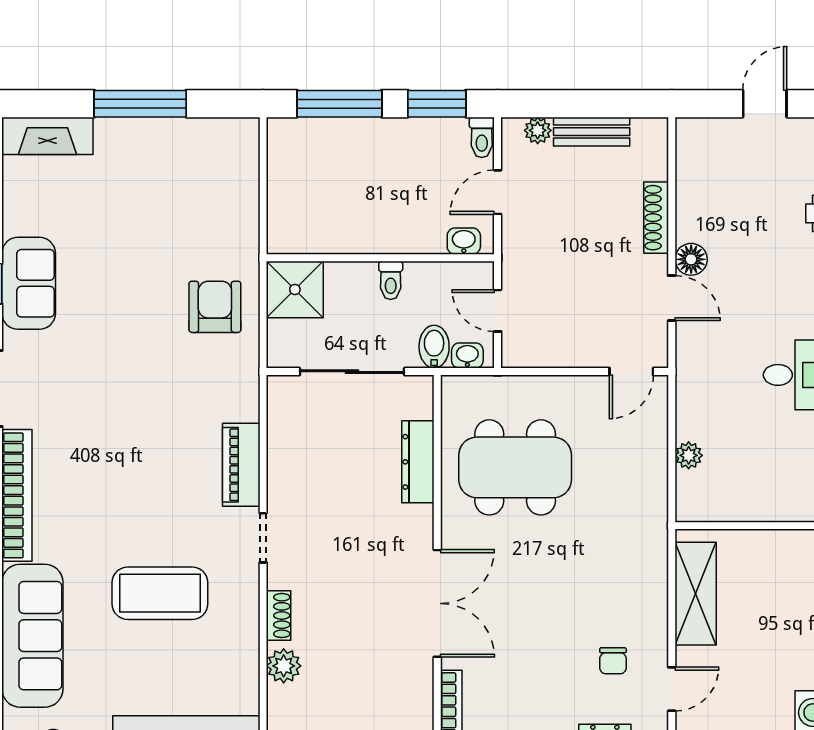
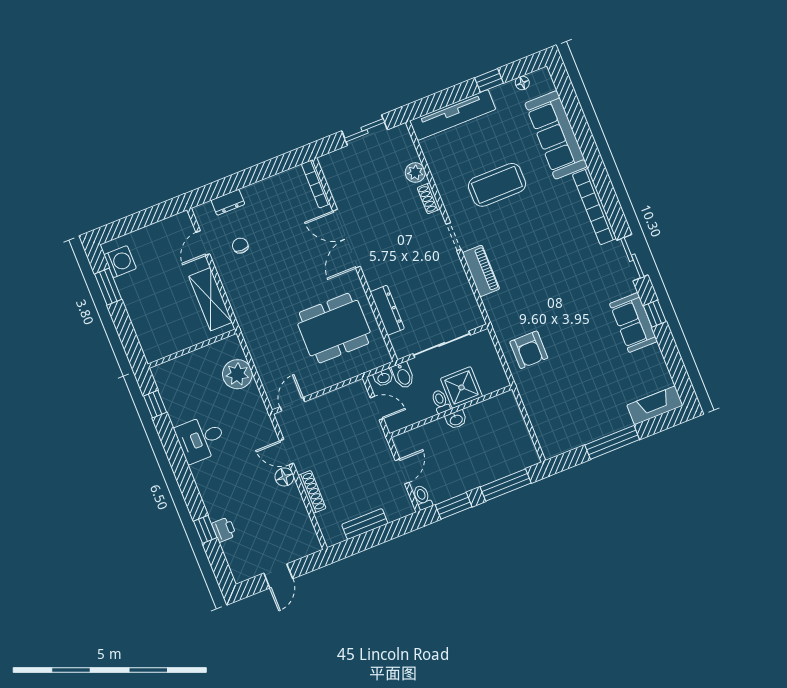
plant: (538, 130) -> (394, 513), removed
washbasin: (464, 241) -> (456, 420), moved
shower: (295, 289) -> (461, 387), moved
plant: (689, 455) -> (237, 374), width x1.88, depth x1.88

